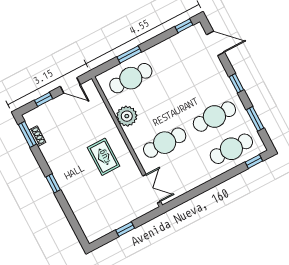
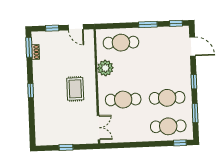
window: (129, 54) -> (148, 24), moved

